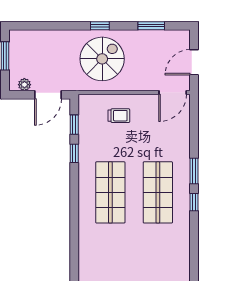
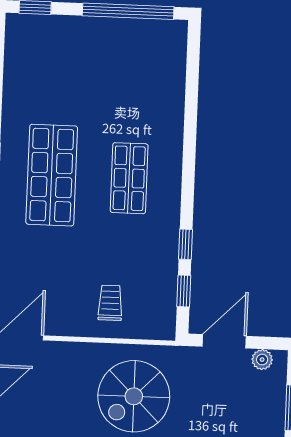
trolley: (119, 116) -> (110, 303), turned 90
shop shelf: (110, 192) -> (129, 178), width x0.70, depth x0.74

